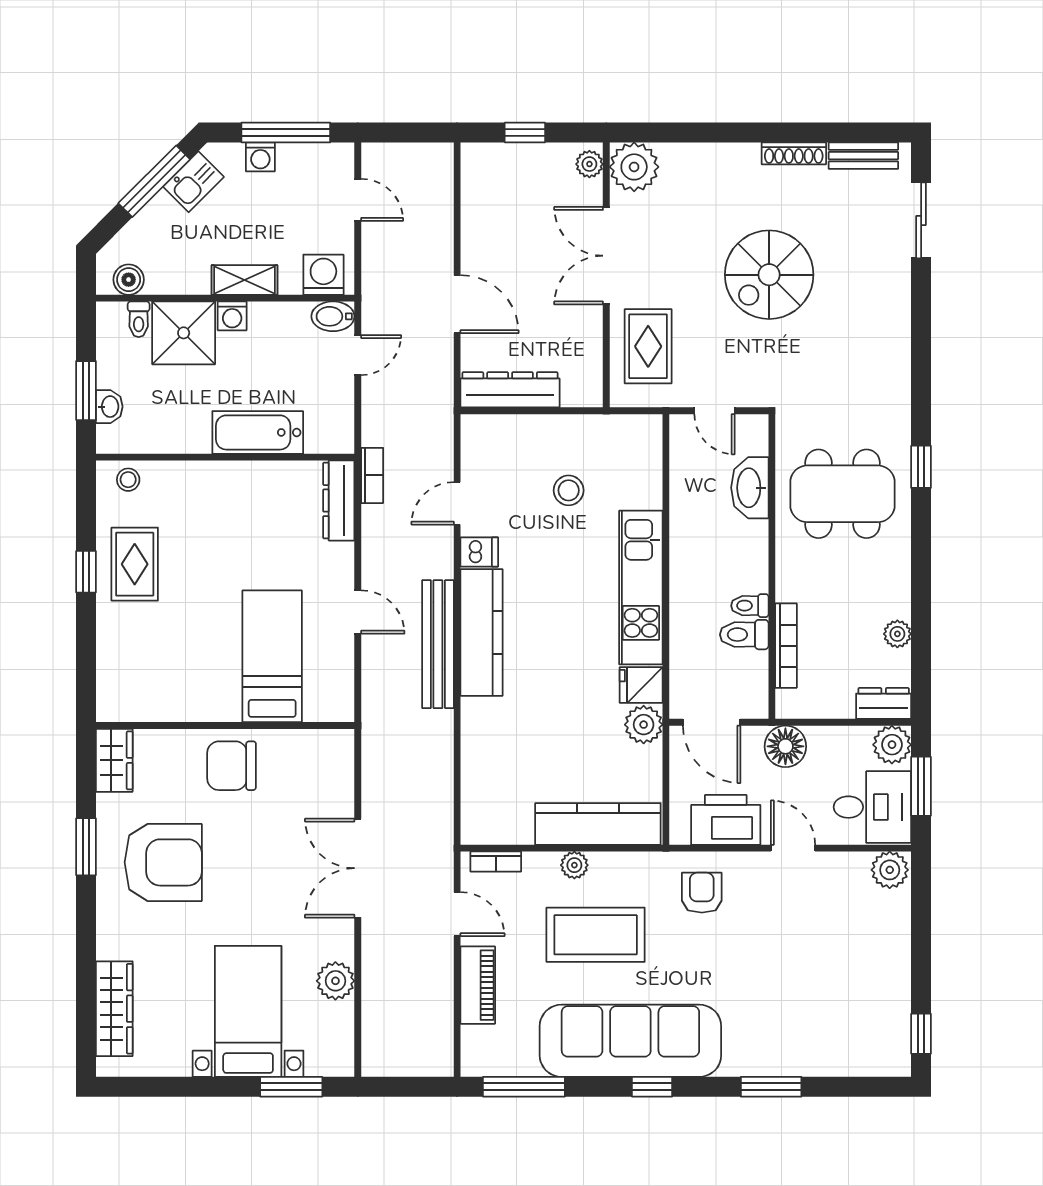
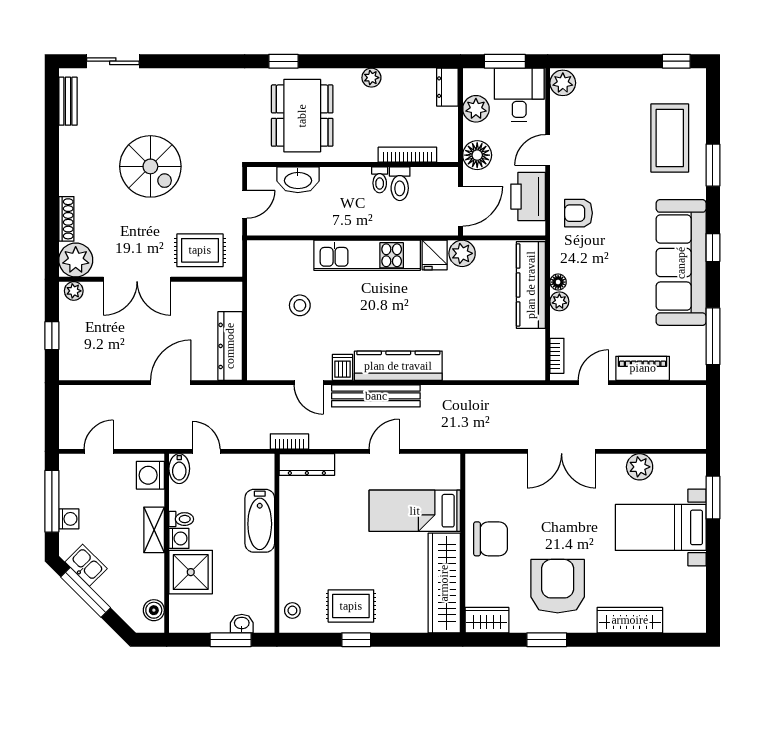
shoe rack: (794, 153) -> (66, 219), moved
toilet: (139, 319) -> (181, 519), moved
plant: (897, 634) -> (371, 78), moved
bench: (438, 644) -> (376, 396), moved
wardrobe: (168, 699) -> (444, 583), added
plant: (892, 745) -> (476, 109), moved
chair: (232, 766) -> (491, 539), turned -90
floor lamp: (602, 863) -> (558, 282), added
coffee table: (596, 935) -> (670, 138), moved
wardrobe: (114, 1009) -> (630, 620), moved

